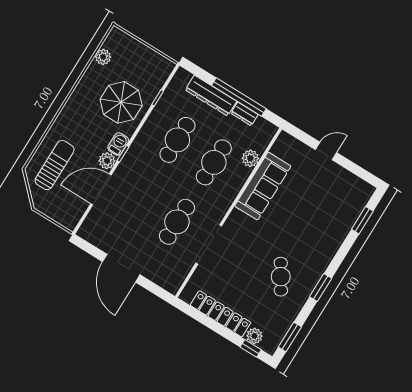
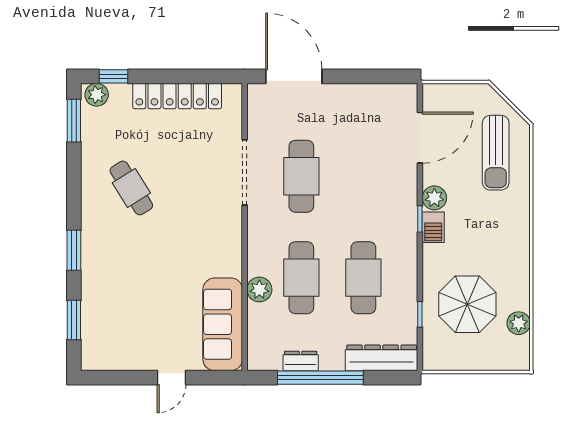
dresser: (211, 96) -> (382, 358), moved
parasol: (121, 102) -> (467, 304), moved
plant: (250, 158) -> (259, 290), moved
sofa: (263, 186) -> (223, 324), moved
door: (101, 189) -> (420, 138), moved
door: (121, 268) -> (294, 76), moved
window: (321, 288) -> (74, 250), moved
plant: (254, 336) -> (97, 95), moved

